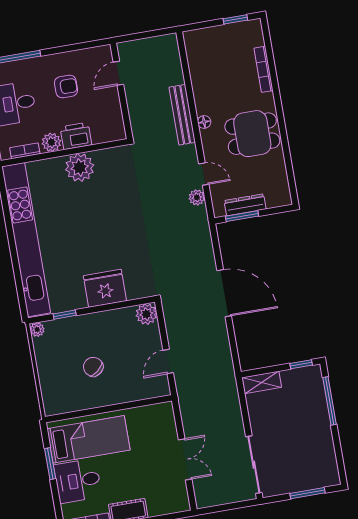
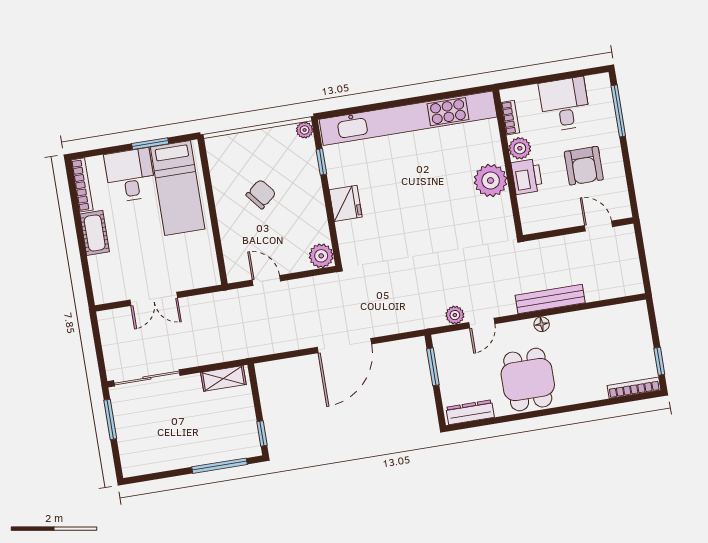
bookcase: (264, 69) -> (634, 388), moved
armchair: (66, 87) -> (584, 166), width x1.38, depth x1.38
dresser: (245, 205) -> (470, 412), moved, turned -90
fridge: (105, 288) -> (346, 203), width x0.73, depth x0.75
shelving: (262, 382) -> (223, 378), moved, turned 90
window: (308, 493) -> (110, 419), moved

